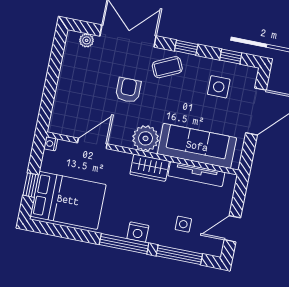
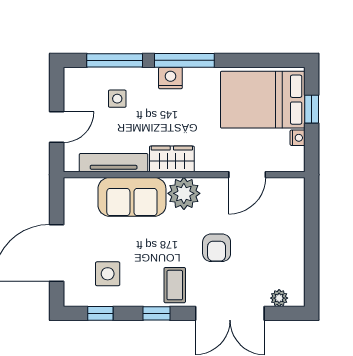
coffee table: (167, 67) -> (175, 285), turned -65
nightstand: (51, 144) -> (298, 138), moved
sofa: (197, 146) -> (132, 197), width x0.73
door: (232, 229) -> (57, 127), moved

